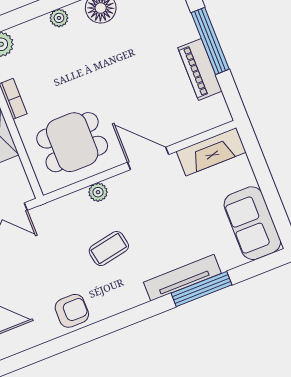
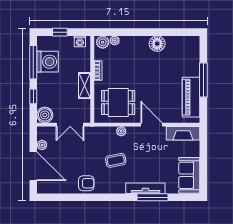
plant: (59, 18) -> (115, 41), moved
piano: (200, 69) -> (191, 97), width x1.37, depth x1.33

